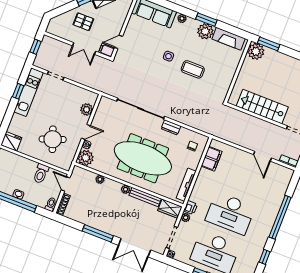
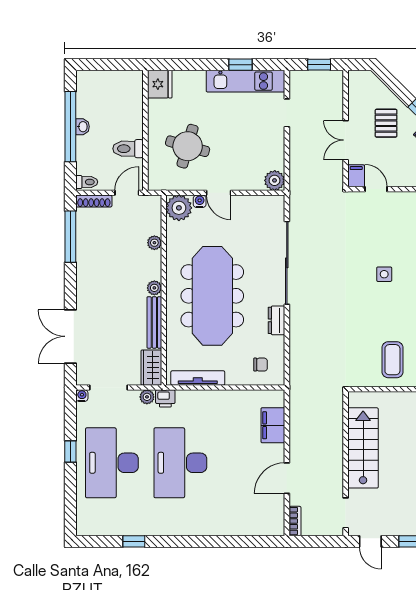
coffee table: (193, 69) -> (392, 360), moved
plant: (87, 109) -> (275, 180), moved
round table: (53, 139) -> (188, 146), turned 36
filing cabinet: (212, 159) -> (273, 425), moved, turned 90
window: (280, 217) -> (204, 541), removed
window: (98, 233) -> (70, 237), moved

